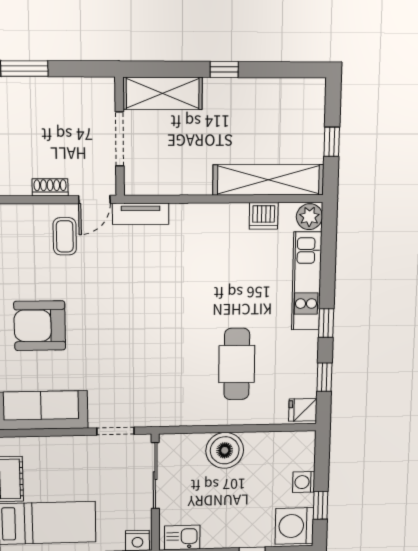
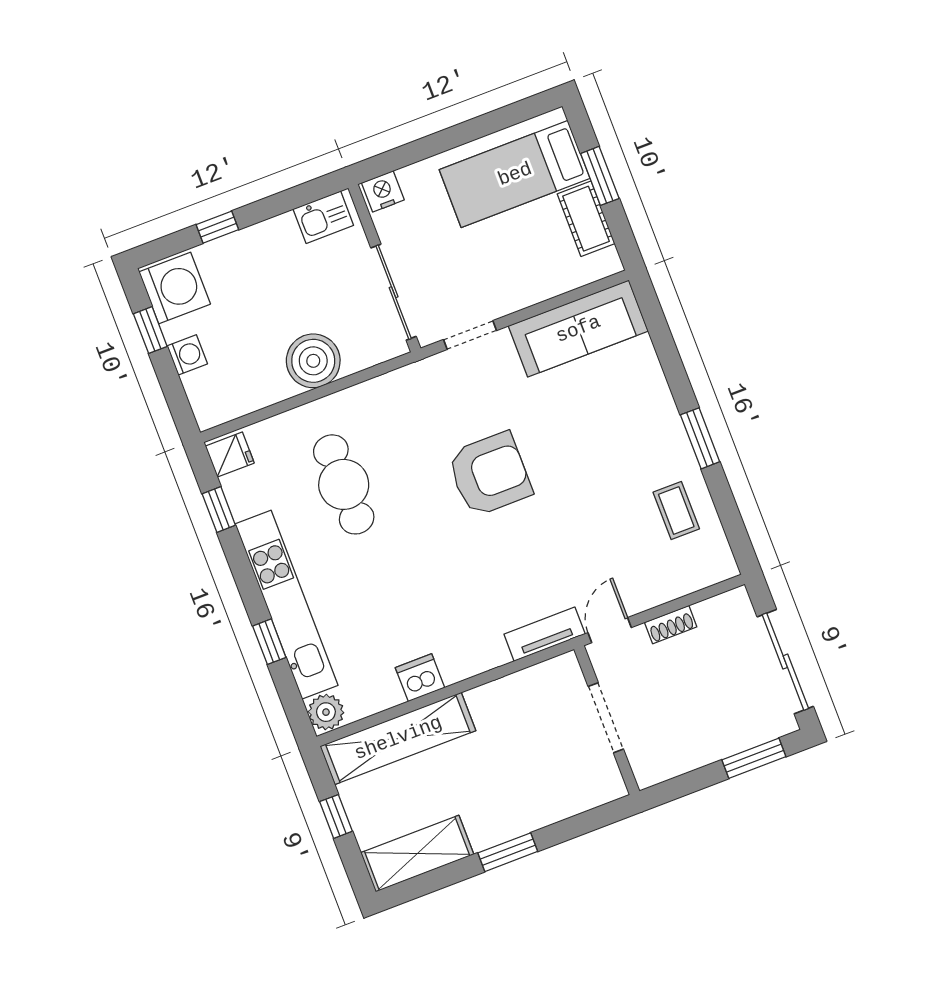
window: (224, 70) -> (508, 852), width x1.50
shelving: (163, 93) -> (417, 854), moved
dishwasher: (264, 216) -> (420, 678), moved
coffee table: (65, 236) -> (676, 511), moved
kitchen unit: (307, 281) -> (287, 605), width x1.36
window: (326, 323) -> (269, 642), moved
armchair: (40, 326) -> (490, 474), moved

